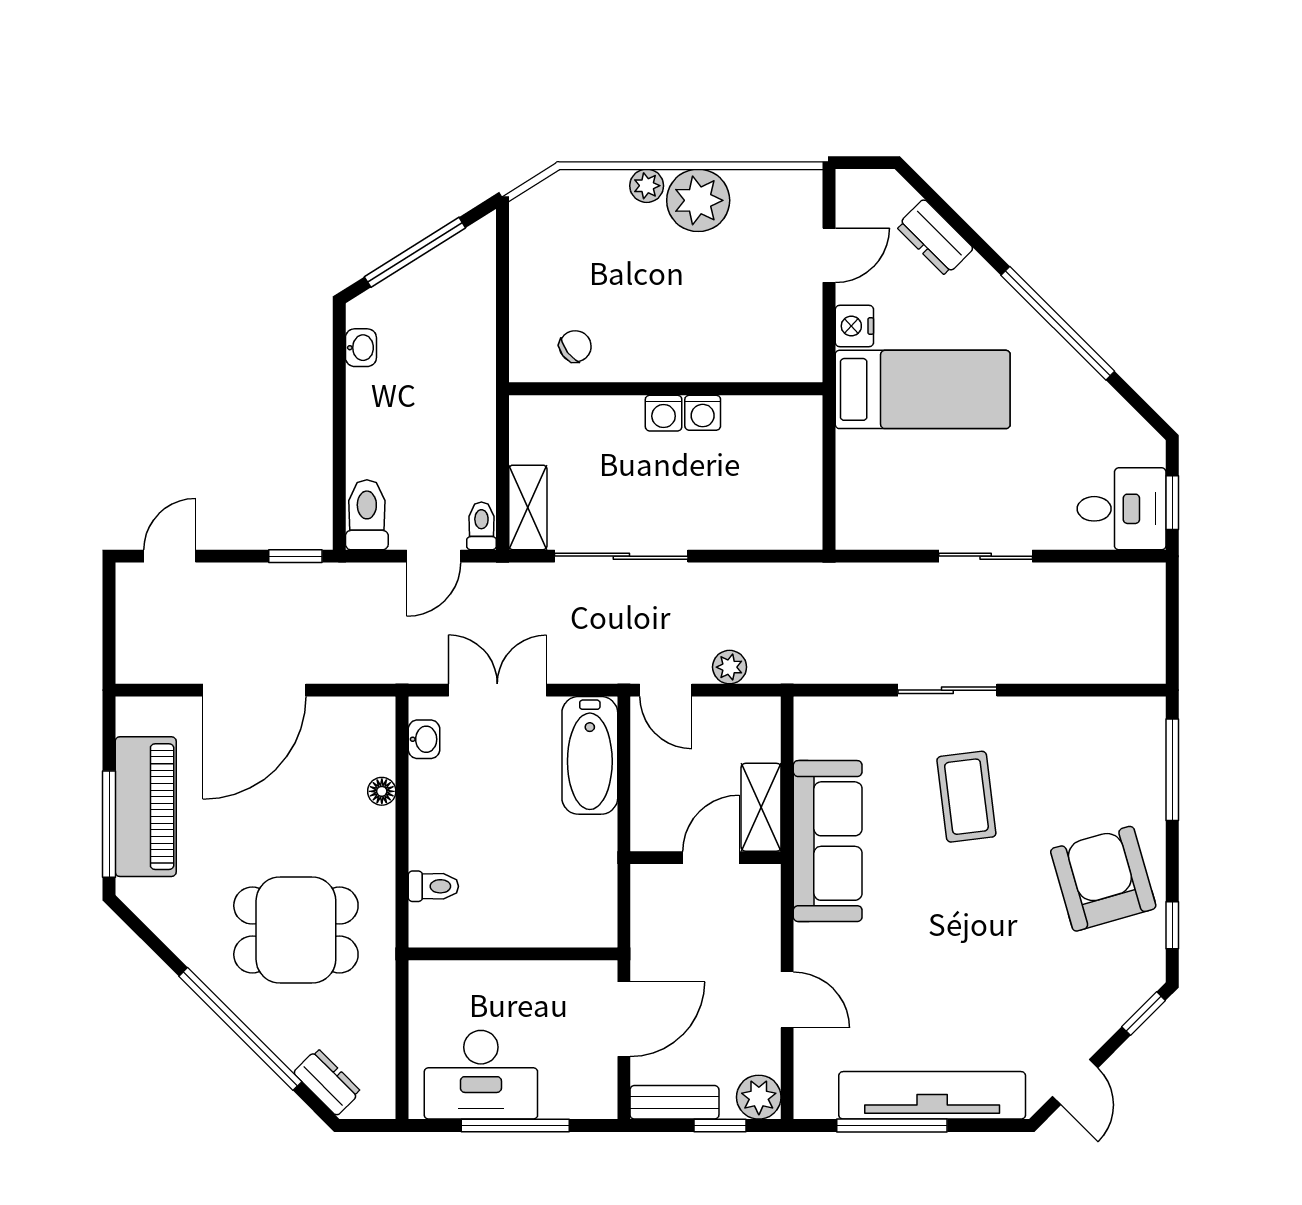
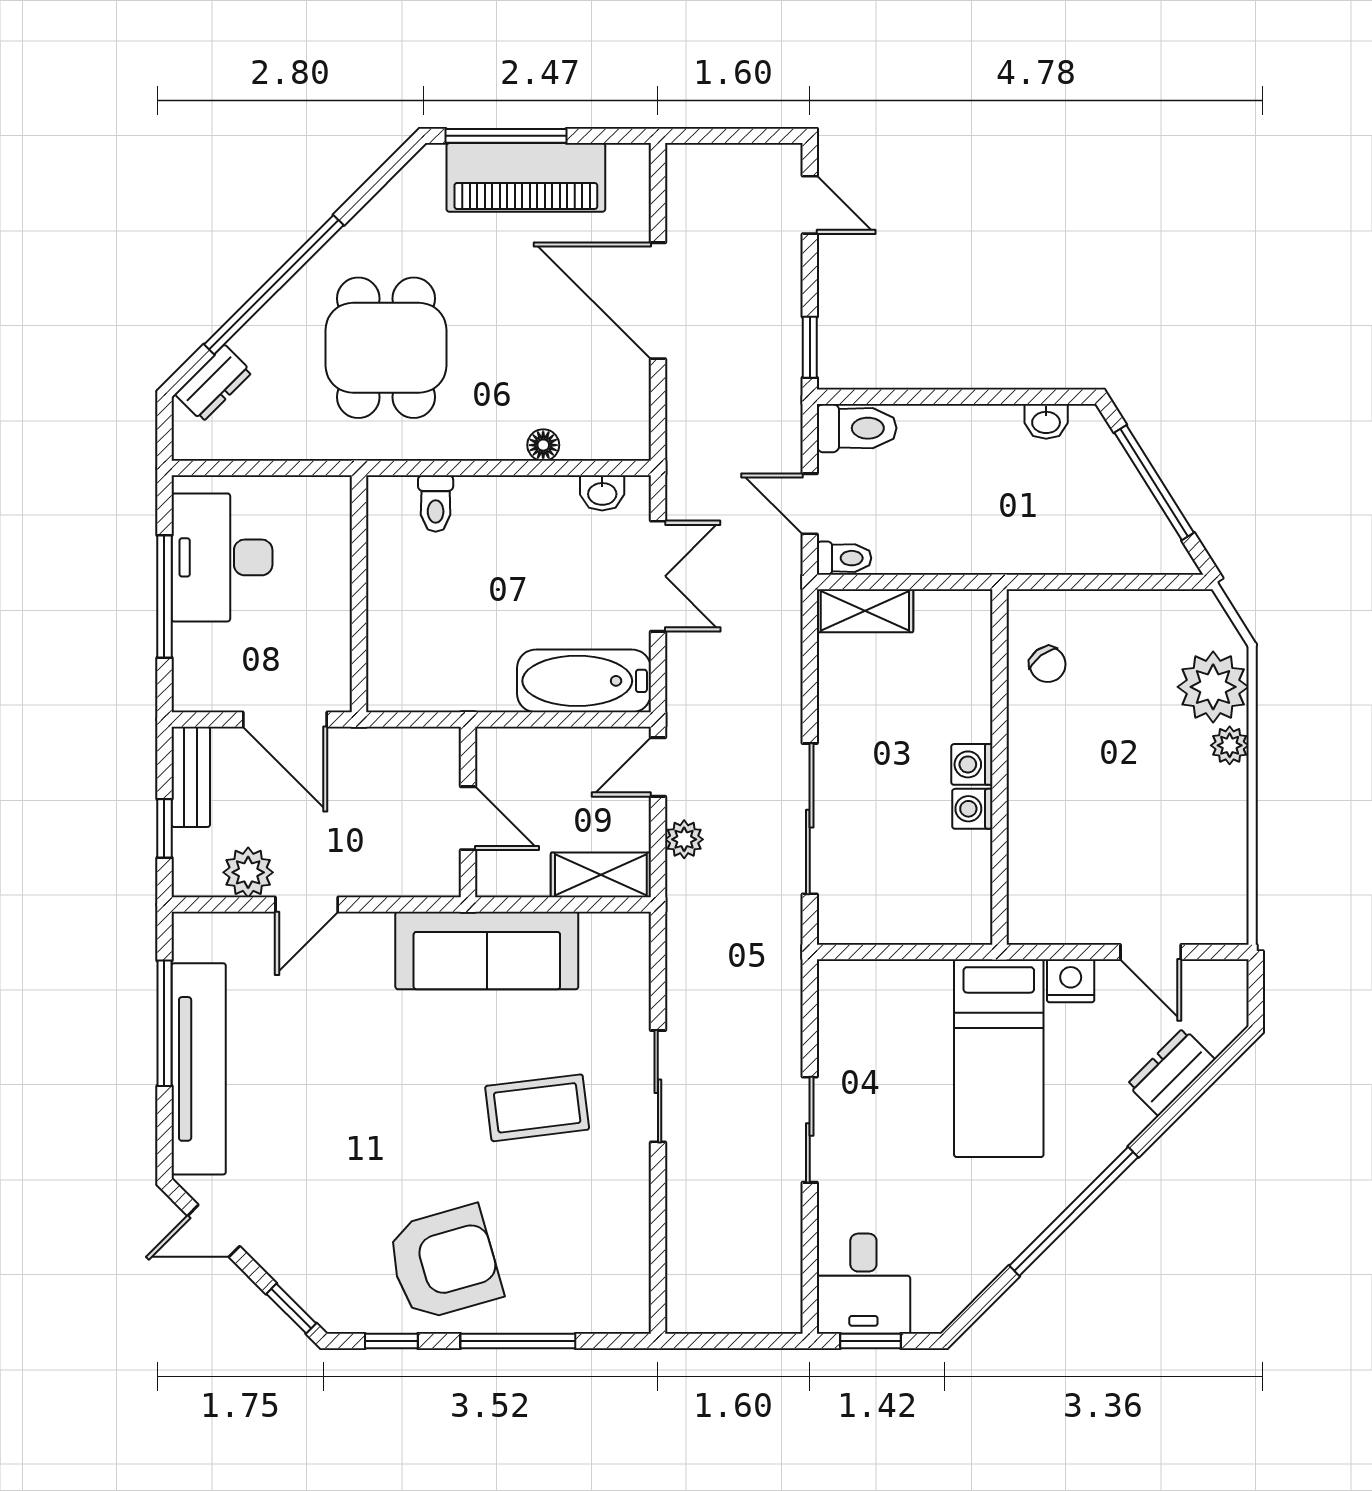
plant: (698, 200) -> (1213, 687), moved
sliding door: (621, 556) -> (810, 819), moved
window: (1172, 770) -> (518, 1341), moved
shelving: (761, 807) -> (601, 875), moved
plant: (759, 1097) -> (248, 872), moved

